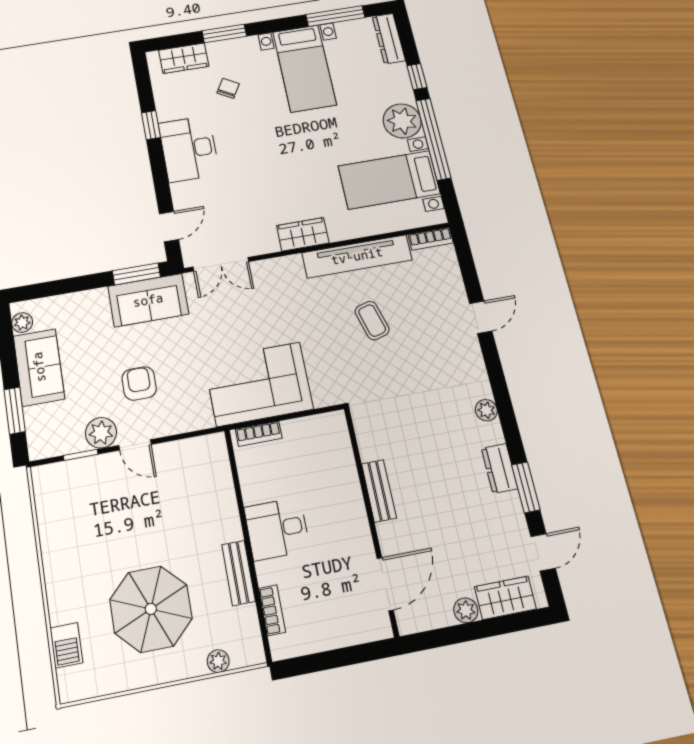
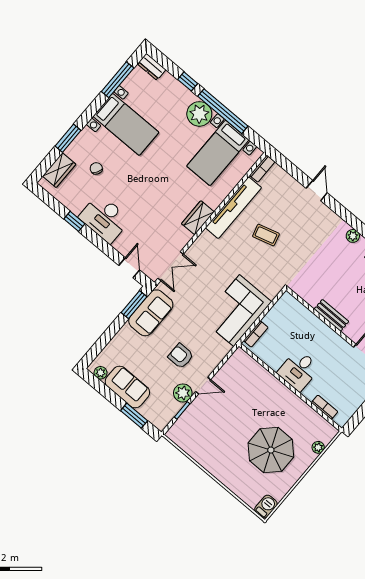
dresser: (389, 39) -> (152, 67), width x0.70
bench: (238, 573) -> (297, 403), removed
barbecue: (66, 645) -> (266, 507), moved, turned -90

